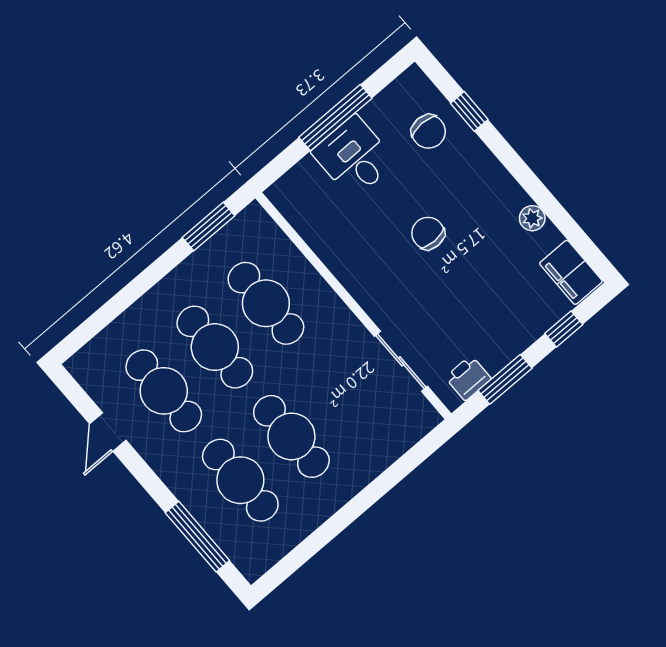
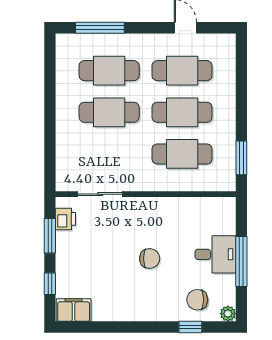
plant: (532, 218) -> (228, 314), moved

